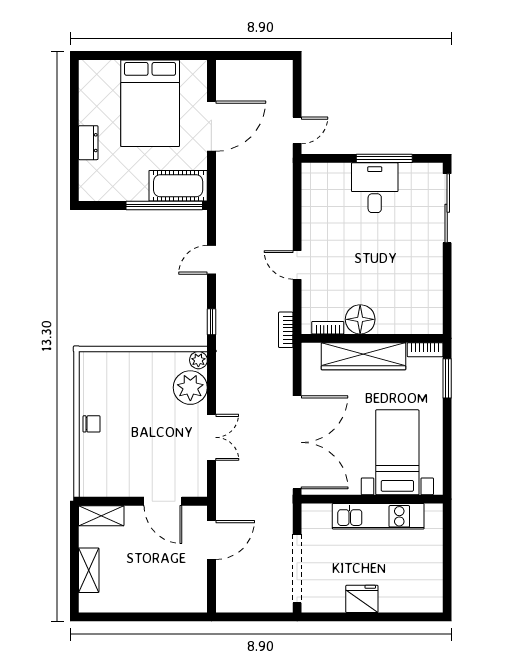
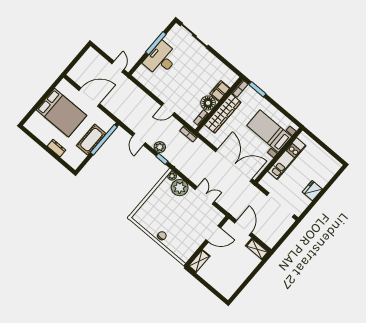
door: (211, 126) -> (89, 97), hinge flipped
cot: (178, 186) -> (91, 140), moved
desk: (375, 188) -> (161, 59), width x1.37
plant: (227, 303) -> (160, 147), added
filing cabinet: (395, 322) -> (220, 91), added
shelving: (89, 570) -> (257, 249), moved

